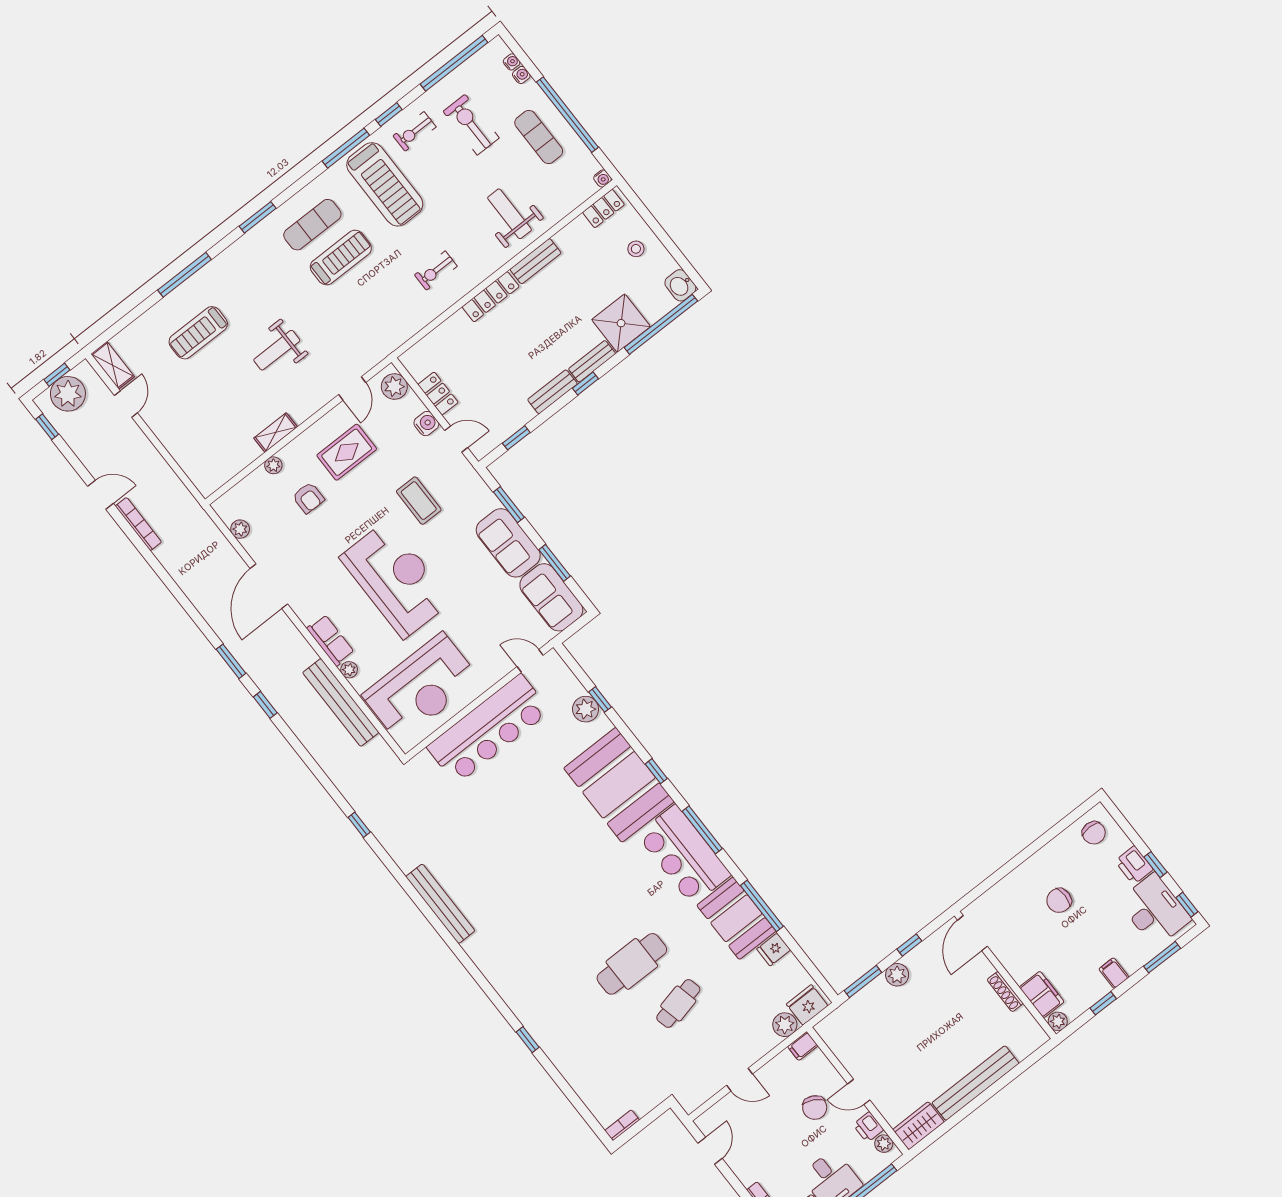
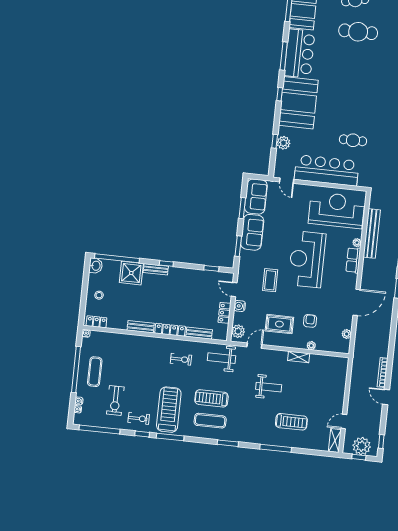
weight bench: (510, 214) -> (222, 358), moved, turned 90
bench: (552, 392) -> (199, 333), moved
cafe table: (493, 806) -> (353, 140), added

